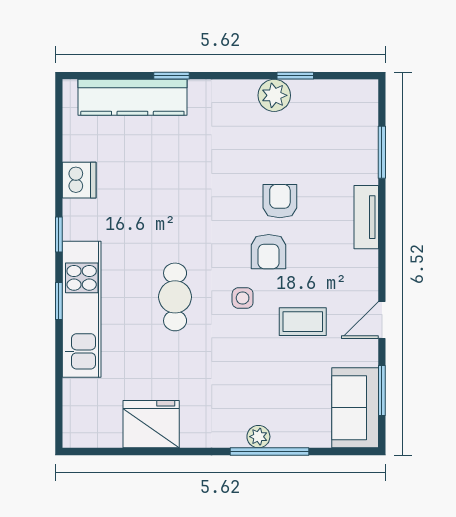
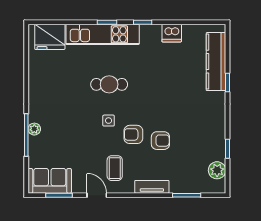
plant: (274, 95) -> (217, 170), moved
coffee table: (303, 322) -> (115, 168), moved
fridge: (151, 424) -> (50, 37), moved, turned 90

